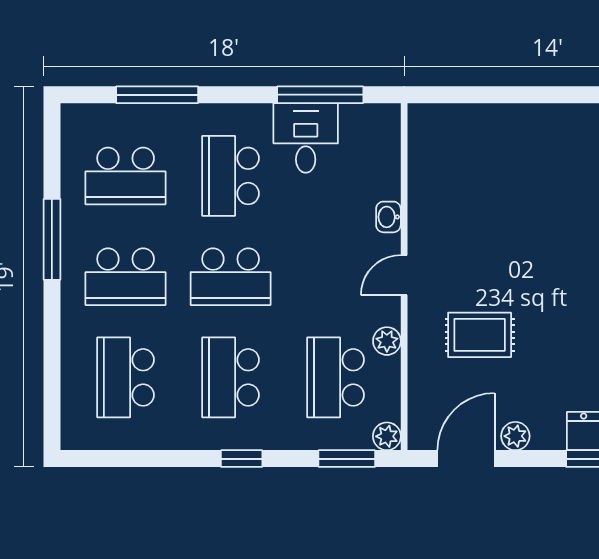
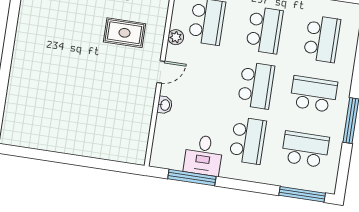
window: (157, 95) -> (302, 194), moved
school desk: (231, 277) -> (256, 85), turned 90

